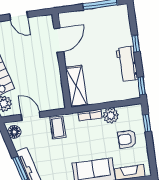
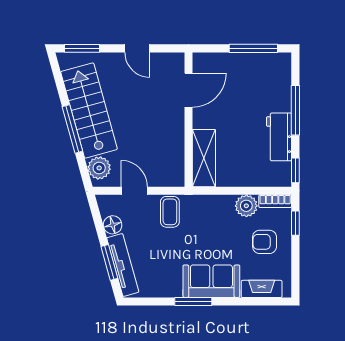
window: (136, 44) -> (295, 110), width x2.17
bookcase: (90, 115) -> (275, 201), moved
floor lamp: (14, 132) -> (113, 225), moved

